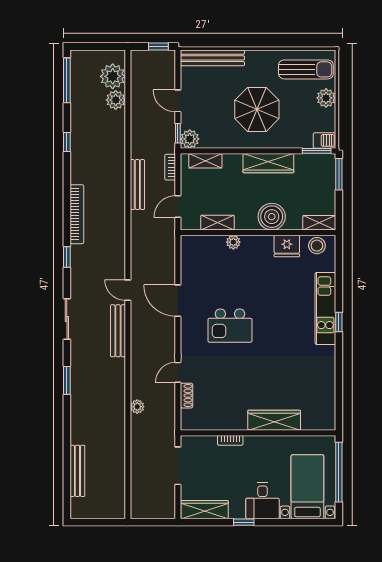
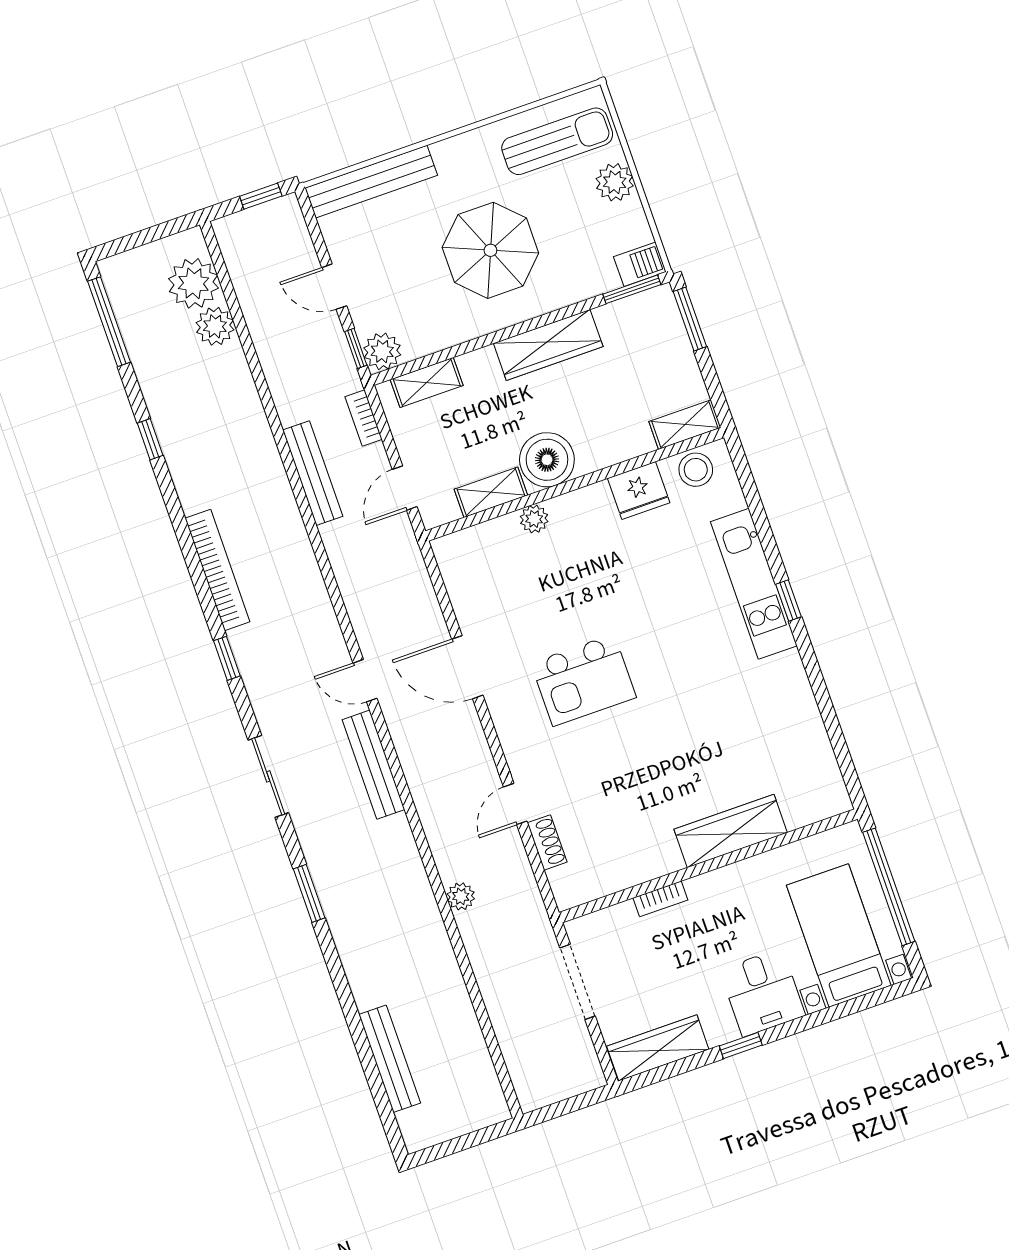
boiler: (272, 217) -> (547, 460), moved

